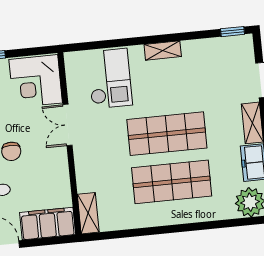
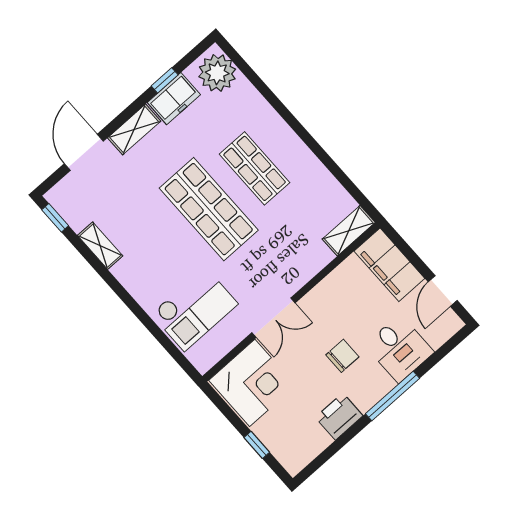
shelving: (163, 50) -> (100, 246), moved
checkout: (110, 79) -> (195, 309), turned 180
shop shelf: (172, 182) -> (255, 168), width x0.70, depth x0.74

